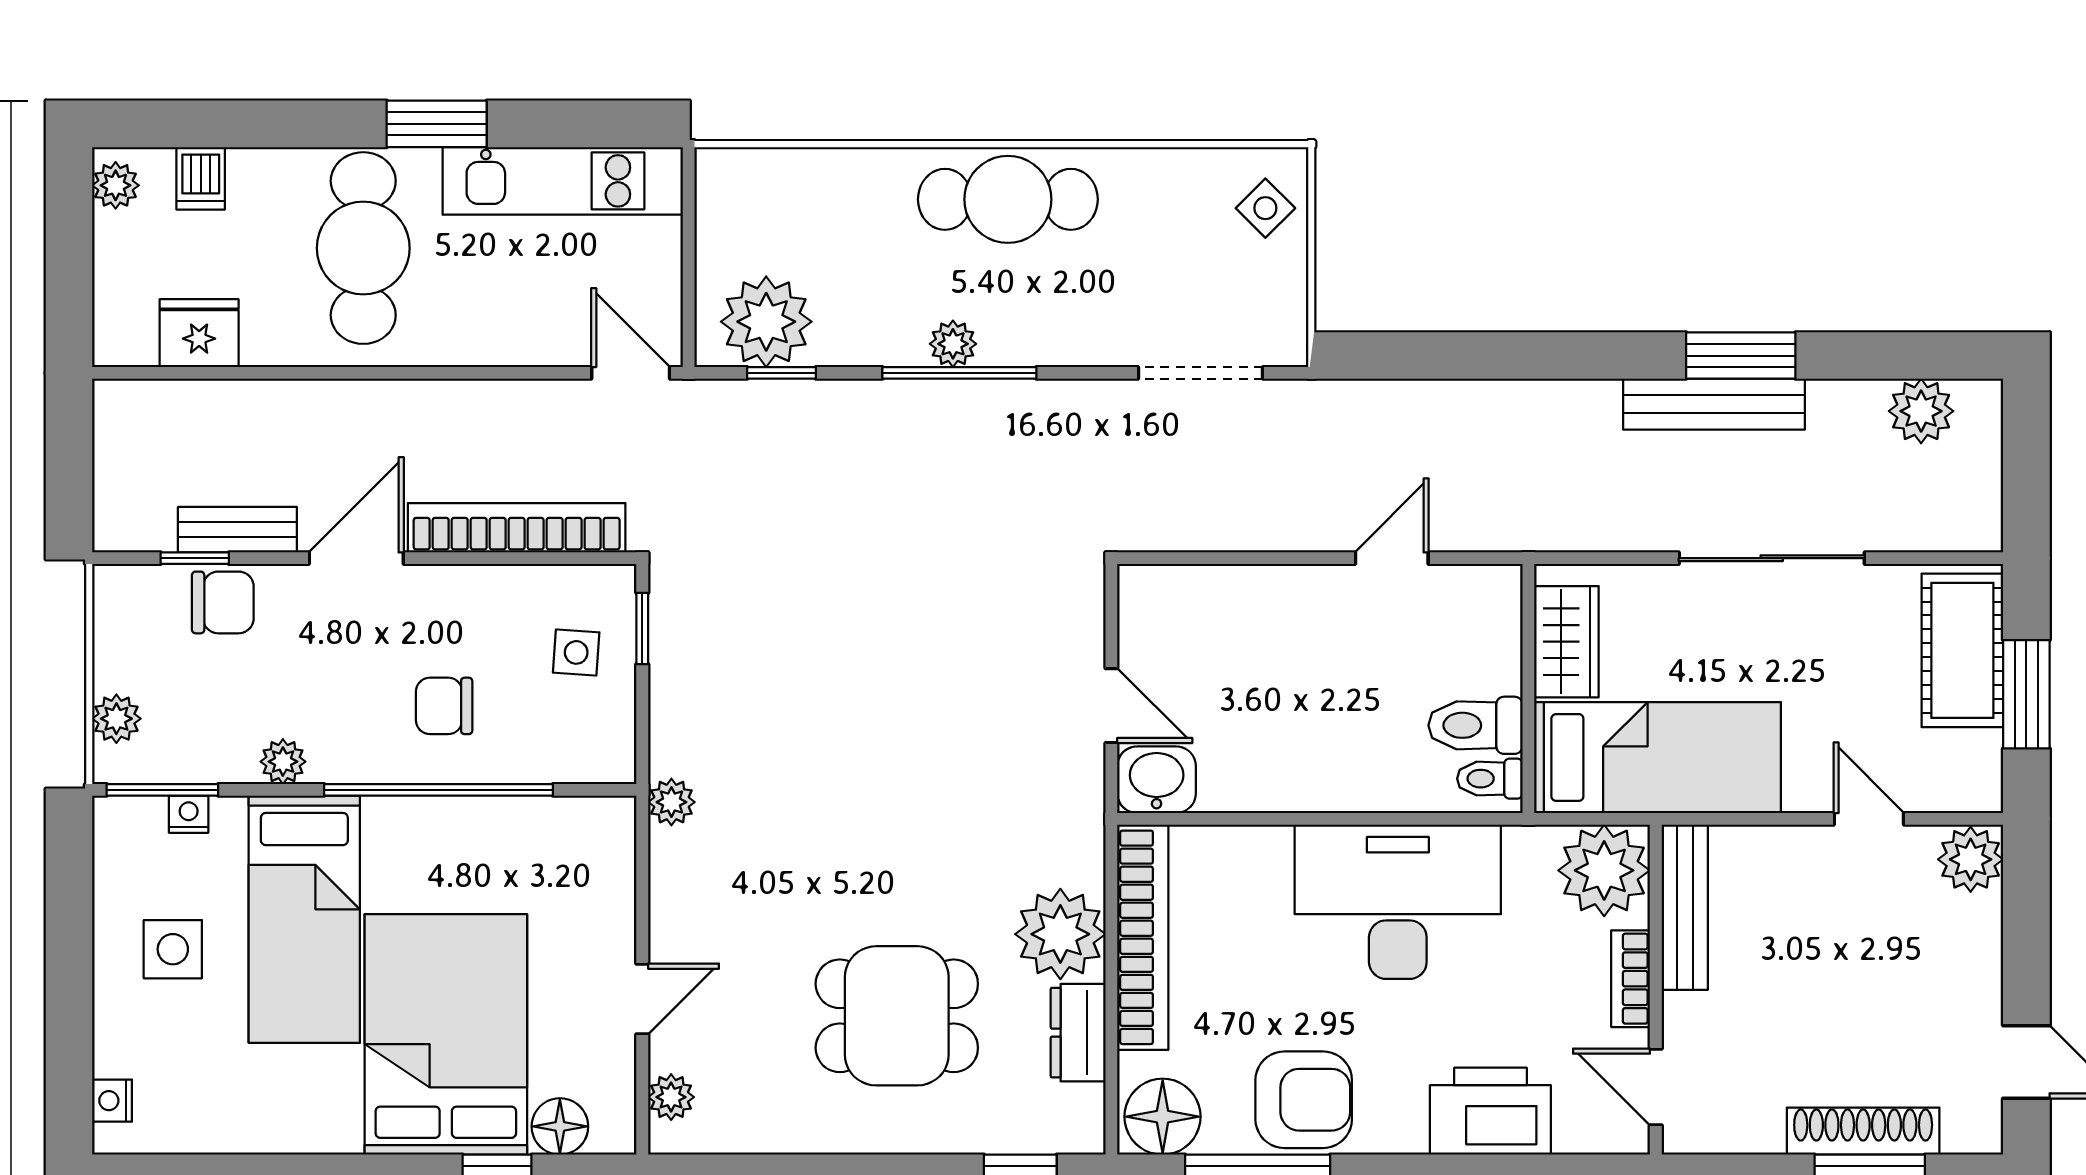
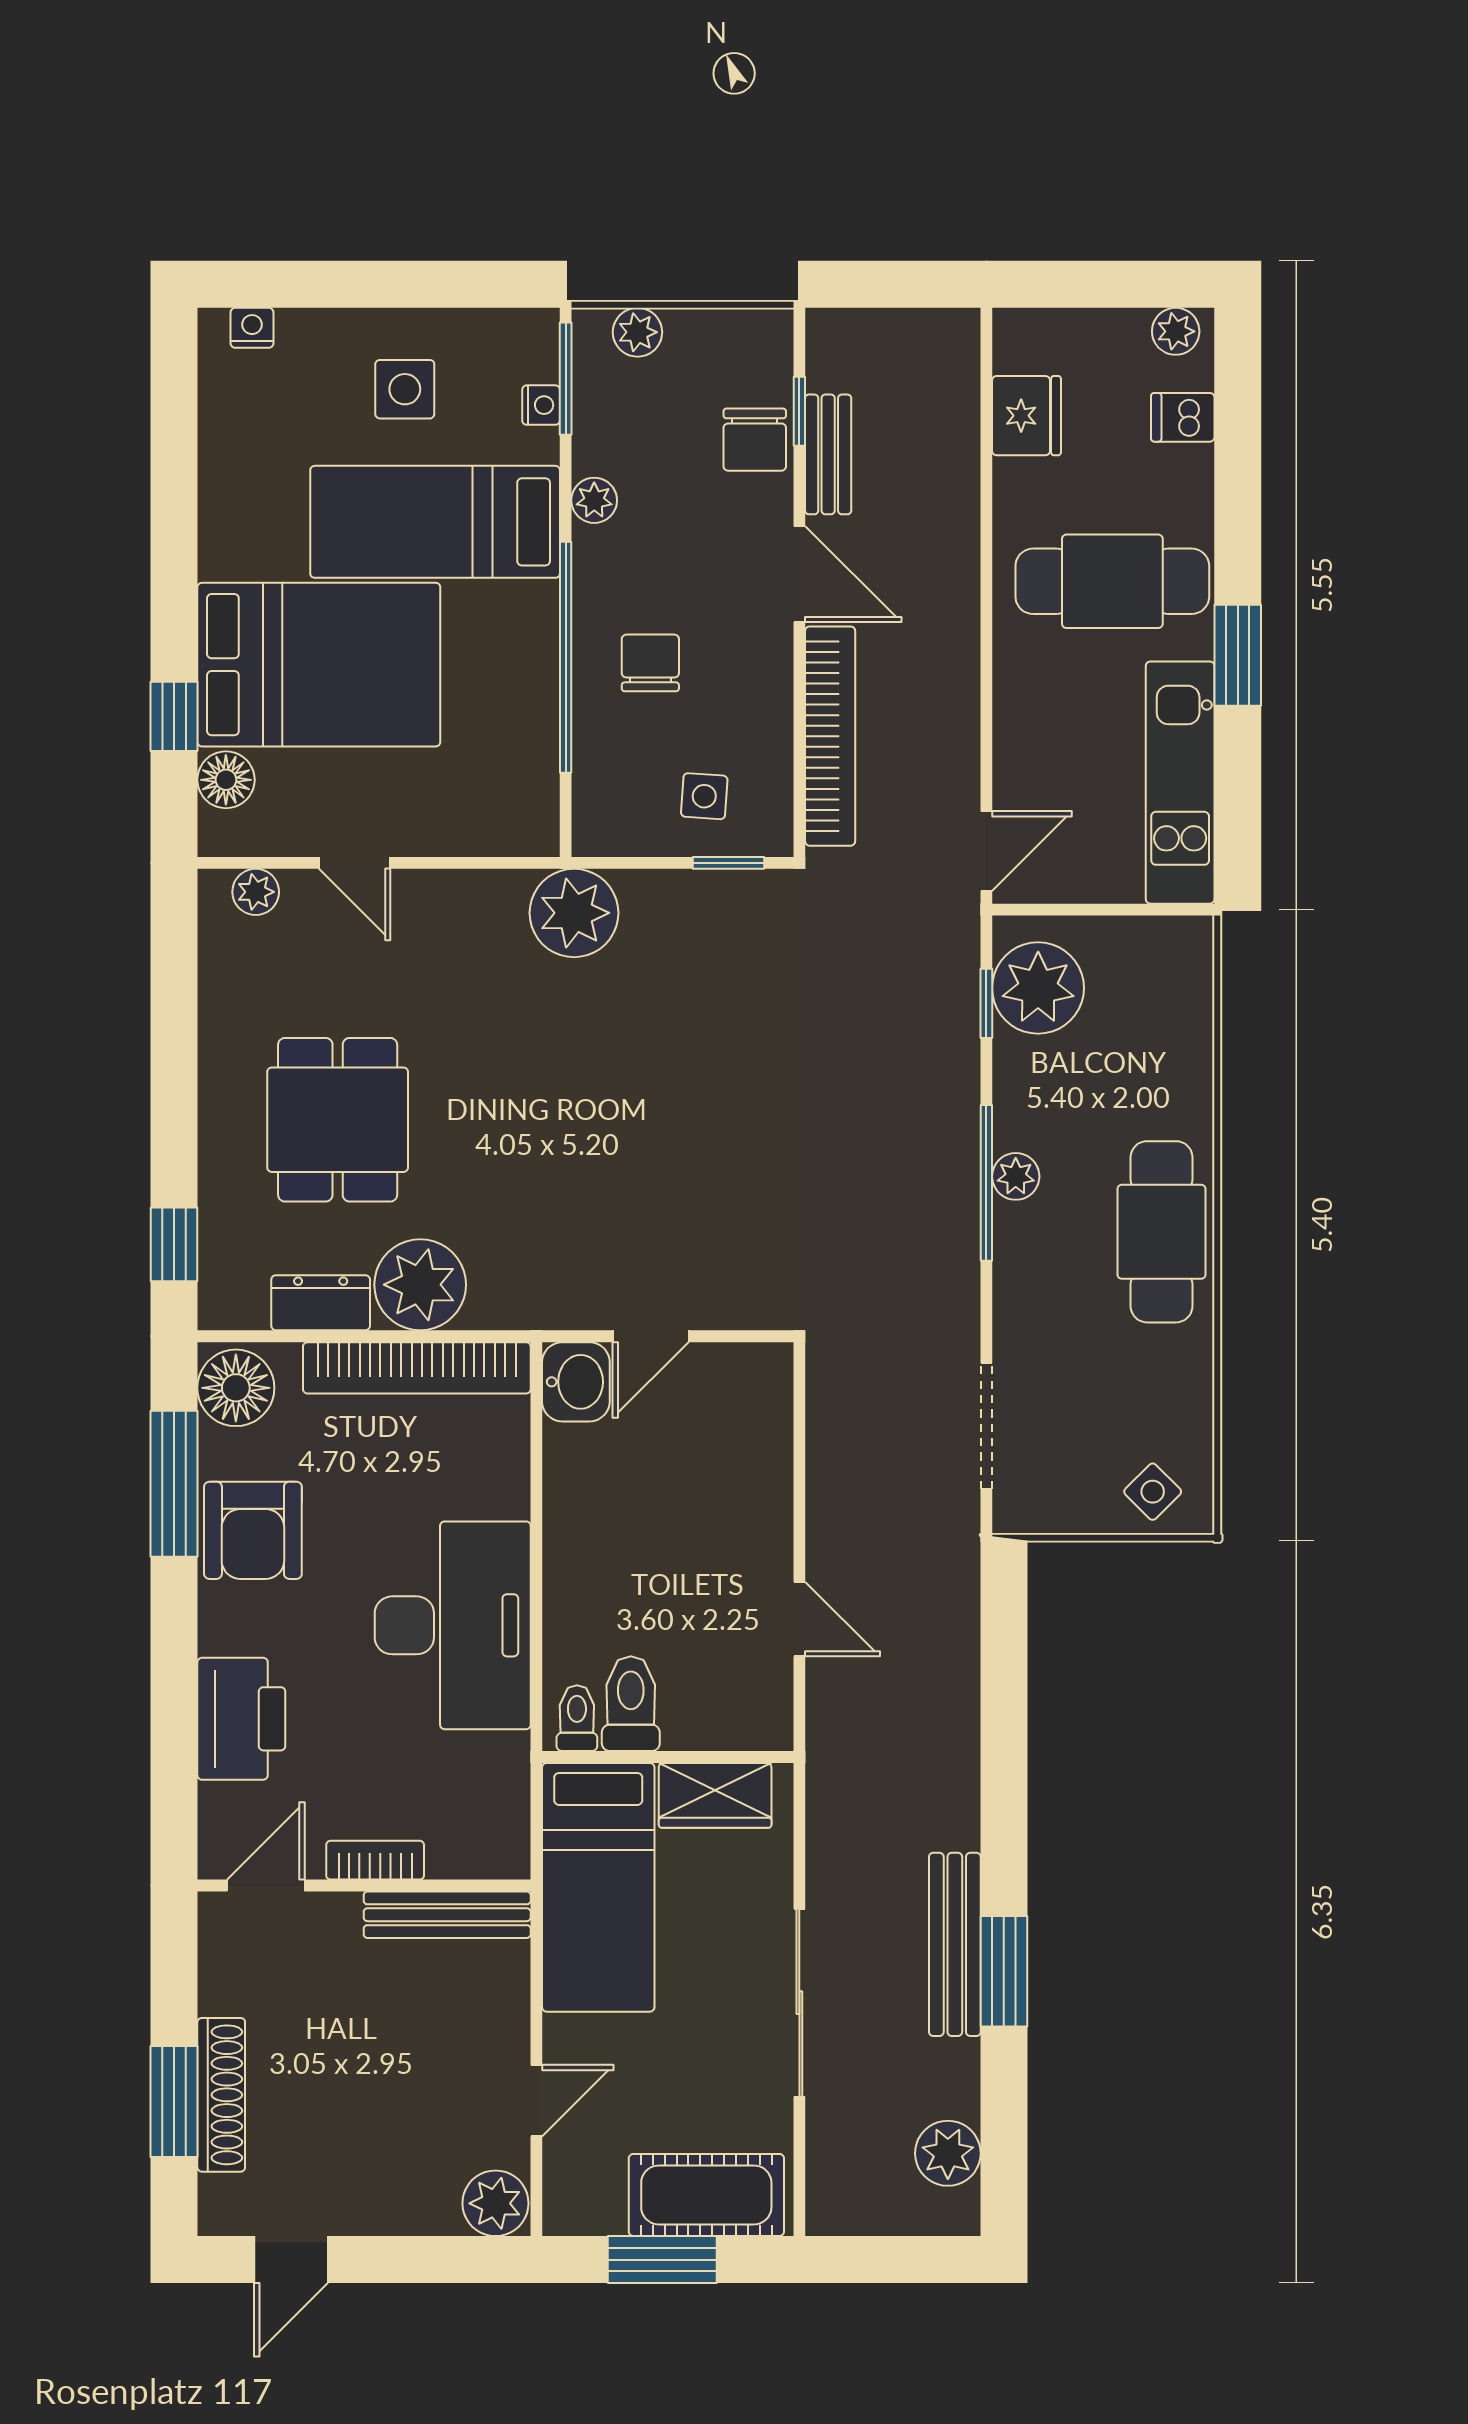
plant: (671, 802) -> (574, 913), width x1.87, depth x1.87
plant: (1604, 870) -> (484, 1833), removed

